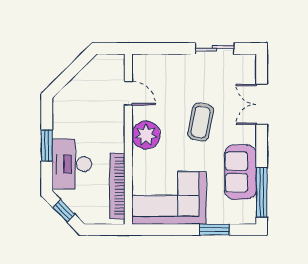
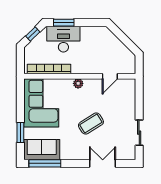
coffee table: (201, 122) -> (91, 124), turned -43
plant: (146, 135) -> (78, 83), width x0.53, depth x0.53
window: (47, 145) -> (64, 23), moved
sofa: (241, 172) -> (42, 150), moved

